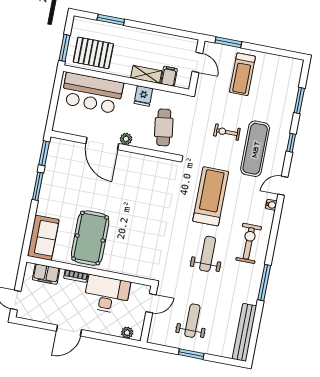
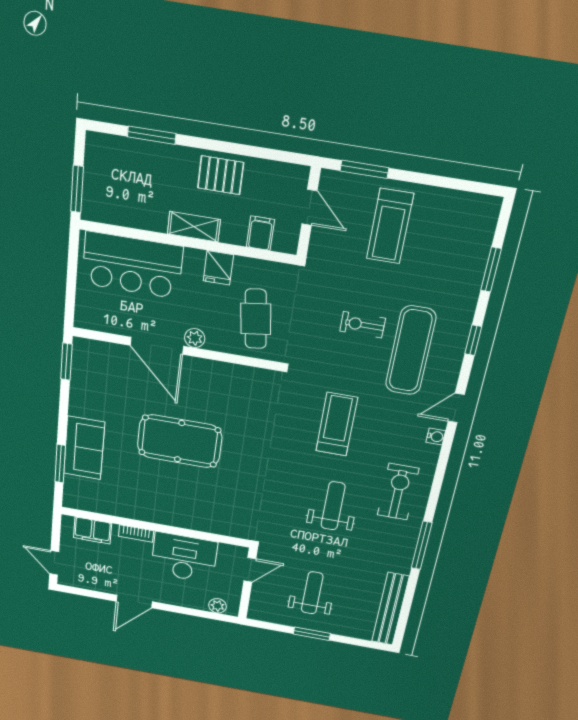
pallet: (93, 53) -> (221, 175), moved, width x0.67, depth x0.71
shelving: (146, 74) -> (194, 227), moved
window: (38, 186) -> (60, 464), moved
treadmill: (211, 196) -> (337, 424), width x0.73, depth x0.73
sofa: (43, 238) -> (84, 448), moved
pool table: (90, 238) -> (180, 441), moved, turned 90

